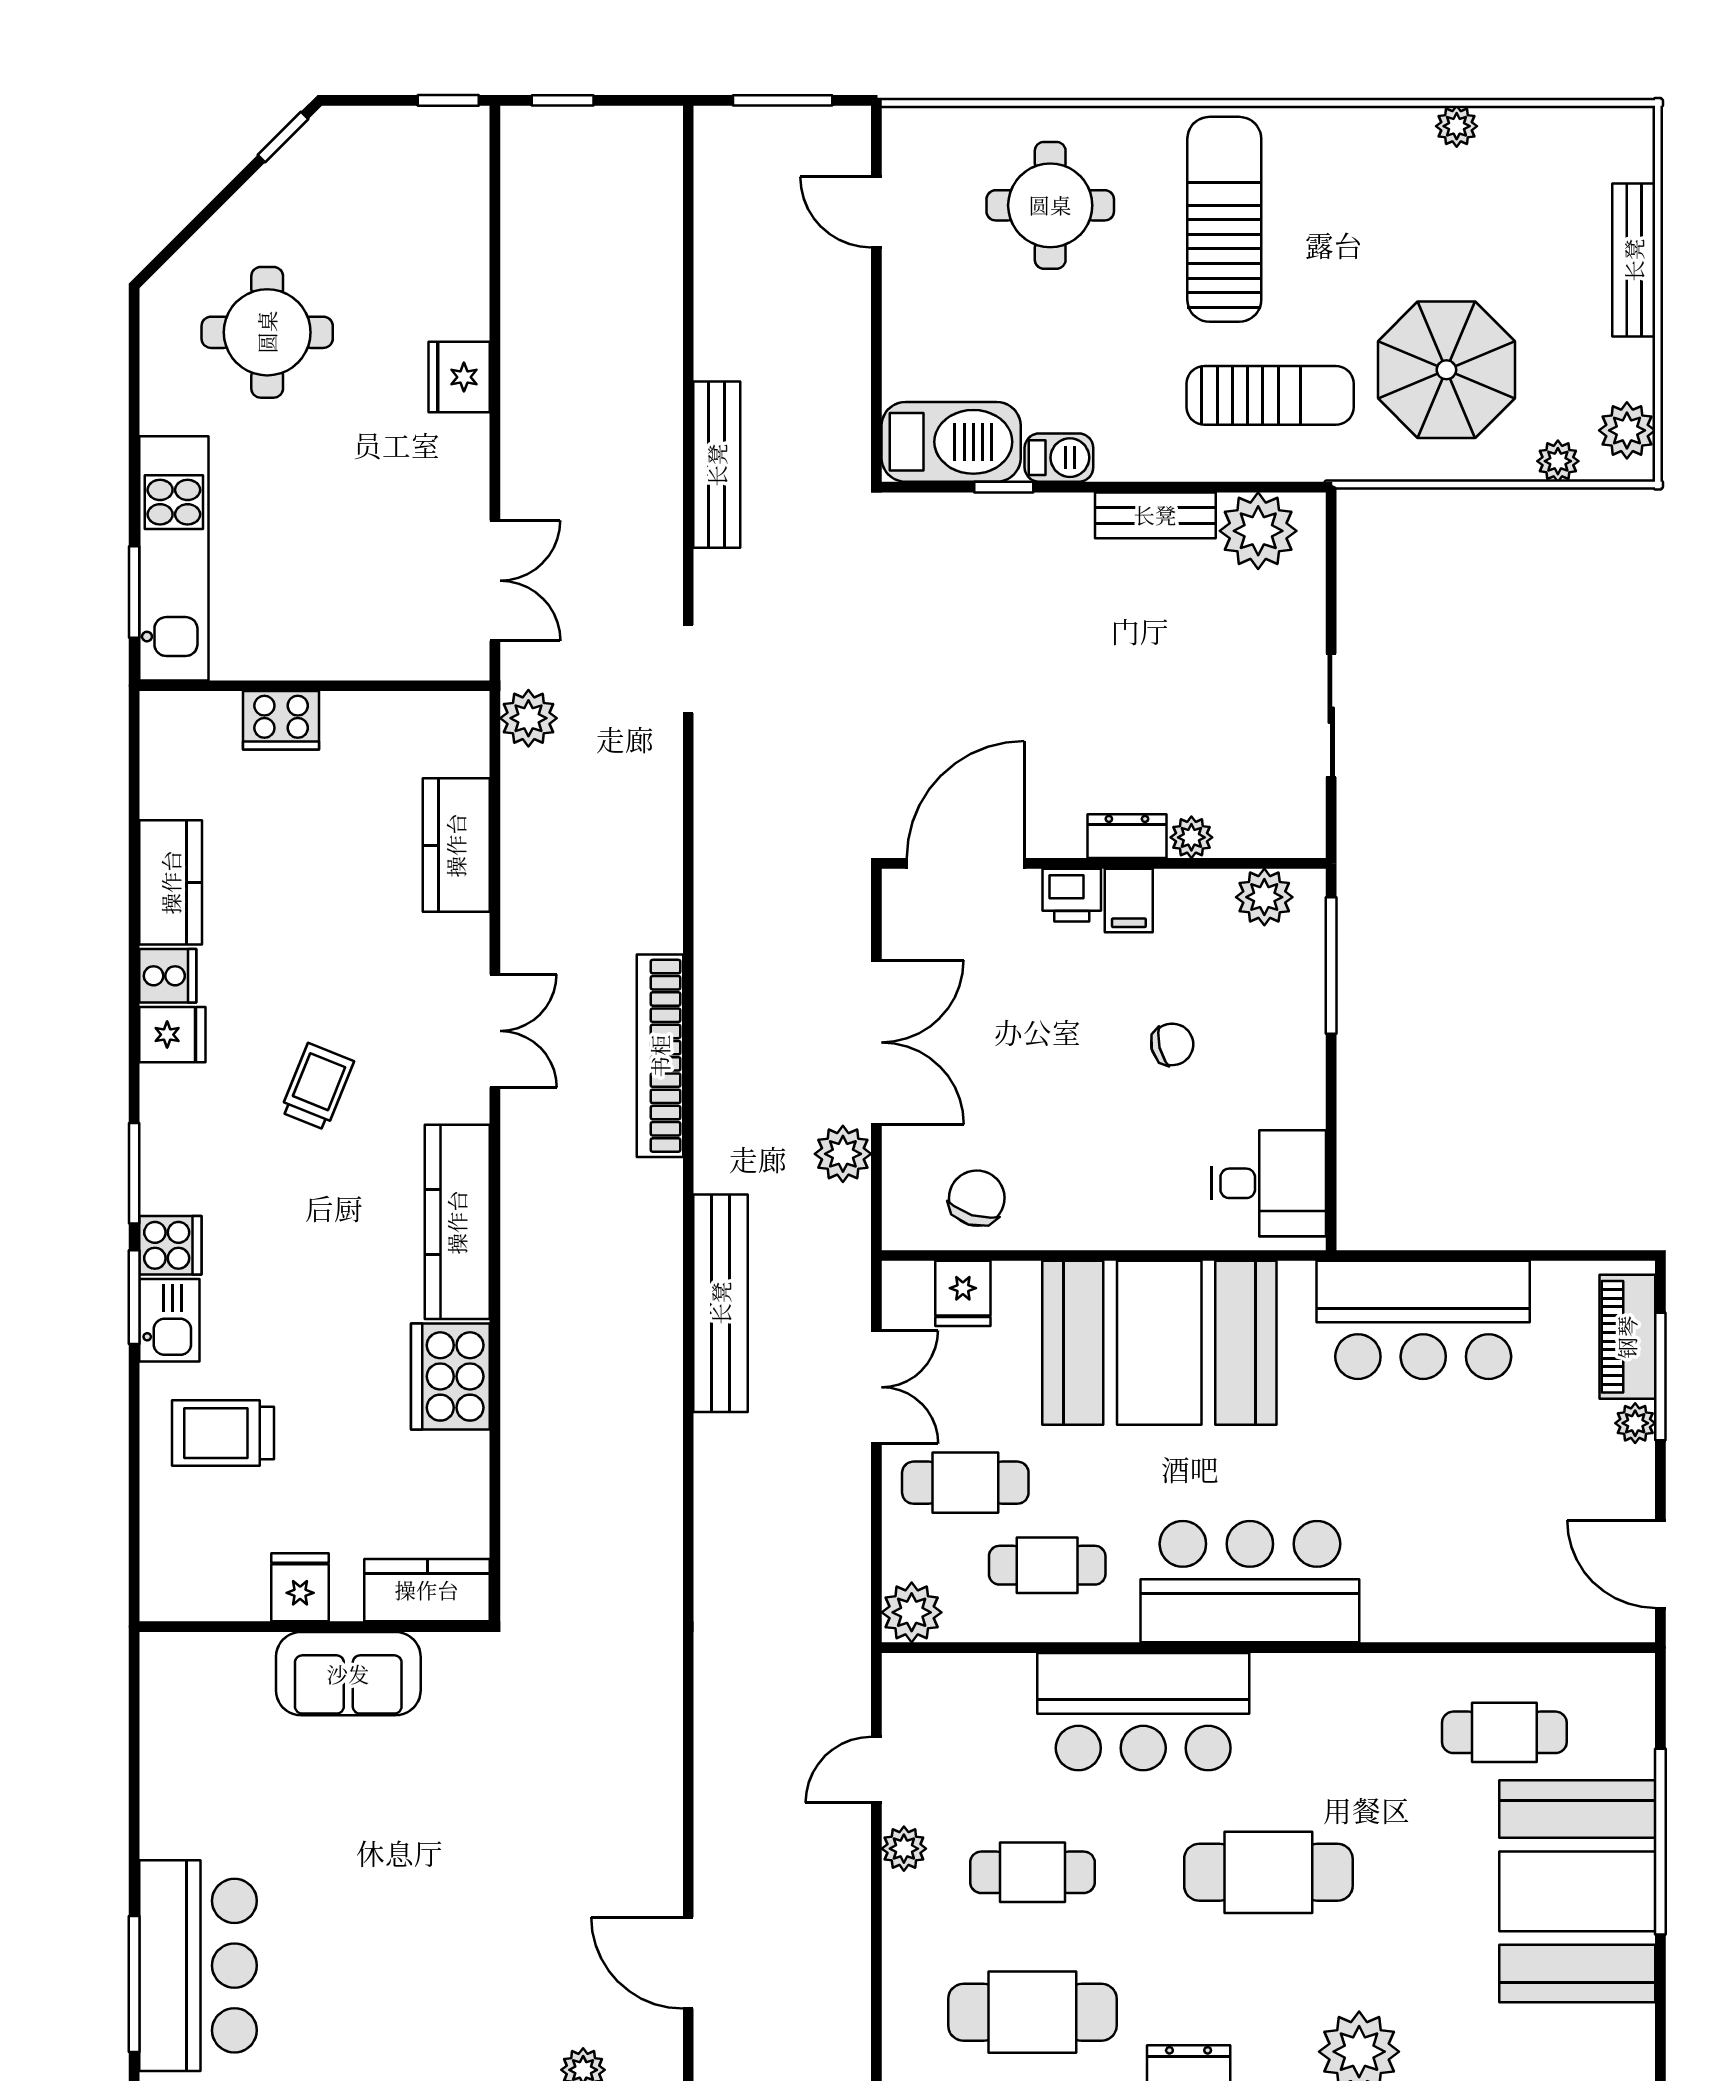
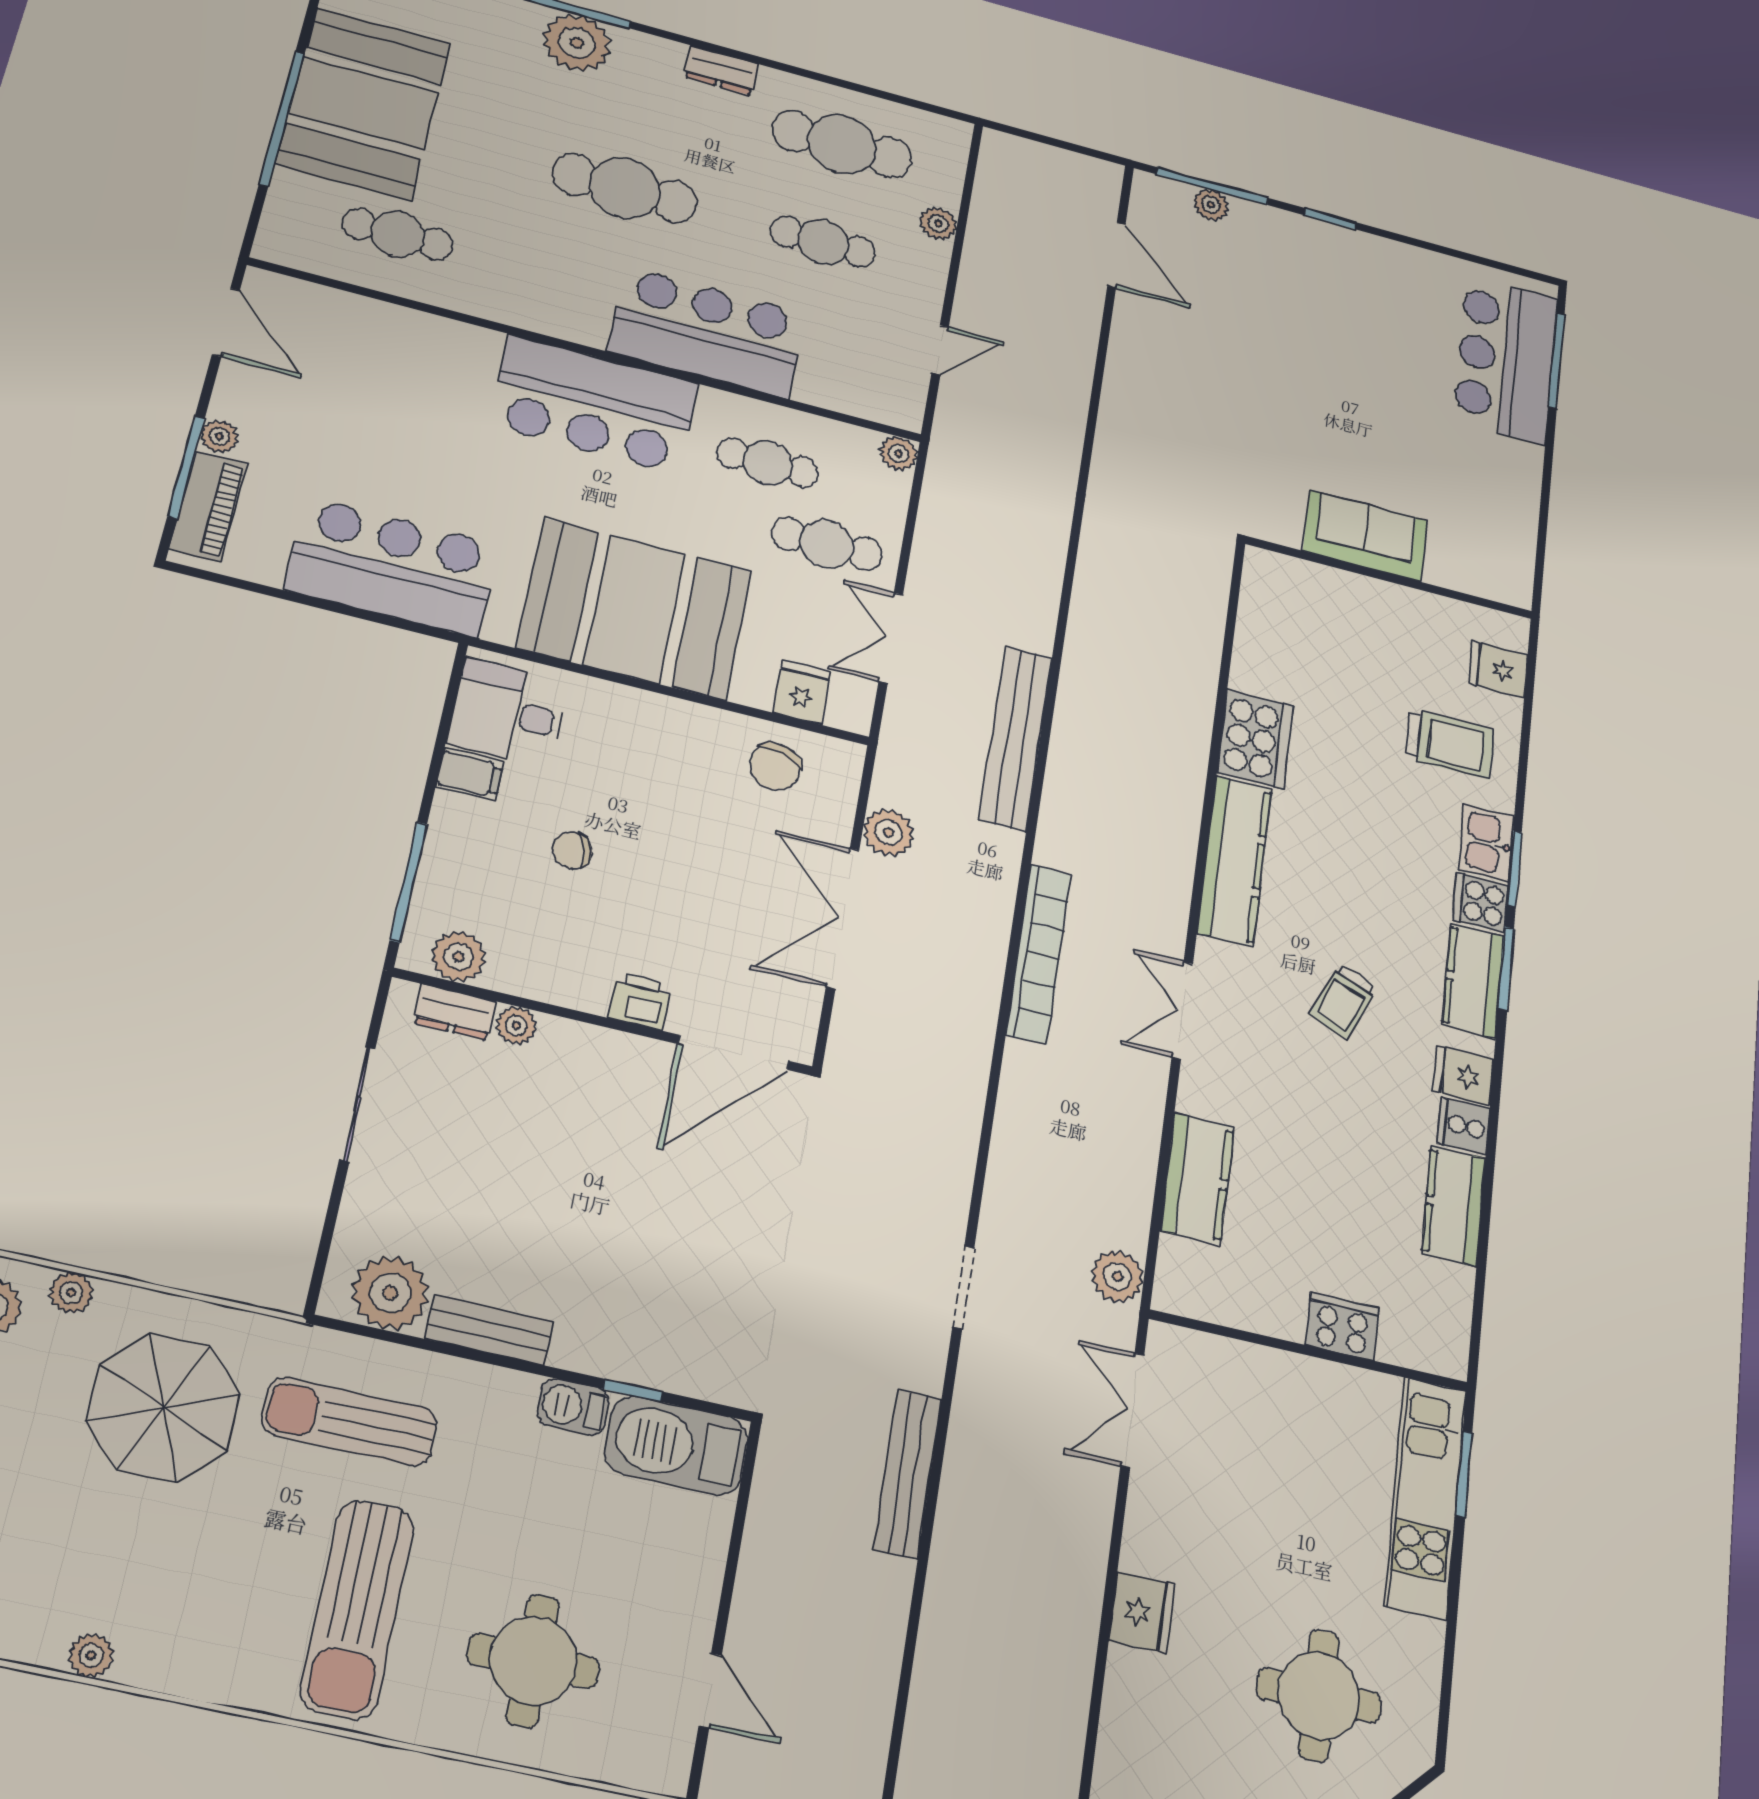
dresser: (1127, 836) -> (455, 1012), moved
filing cabinet: (1129, 900) -> (470, 774), moved, turned 90
fridge: (300, 1587) -> (1498, 669), moved, turned 90
kitchen counter: (427, 1590) -> (1473, 981), moved, turned 90
plant: (912, 1612) -> (898, 453), width x0.73, depth x0.73
plant: (904, 1849) -> (938, 223), moved

